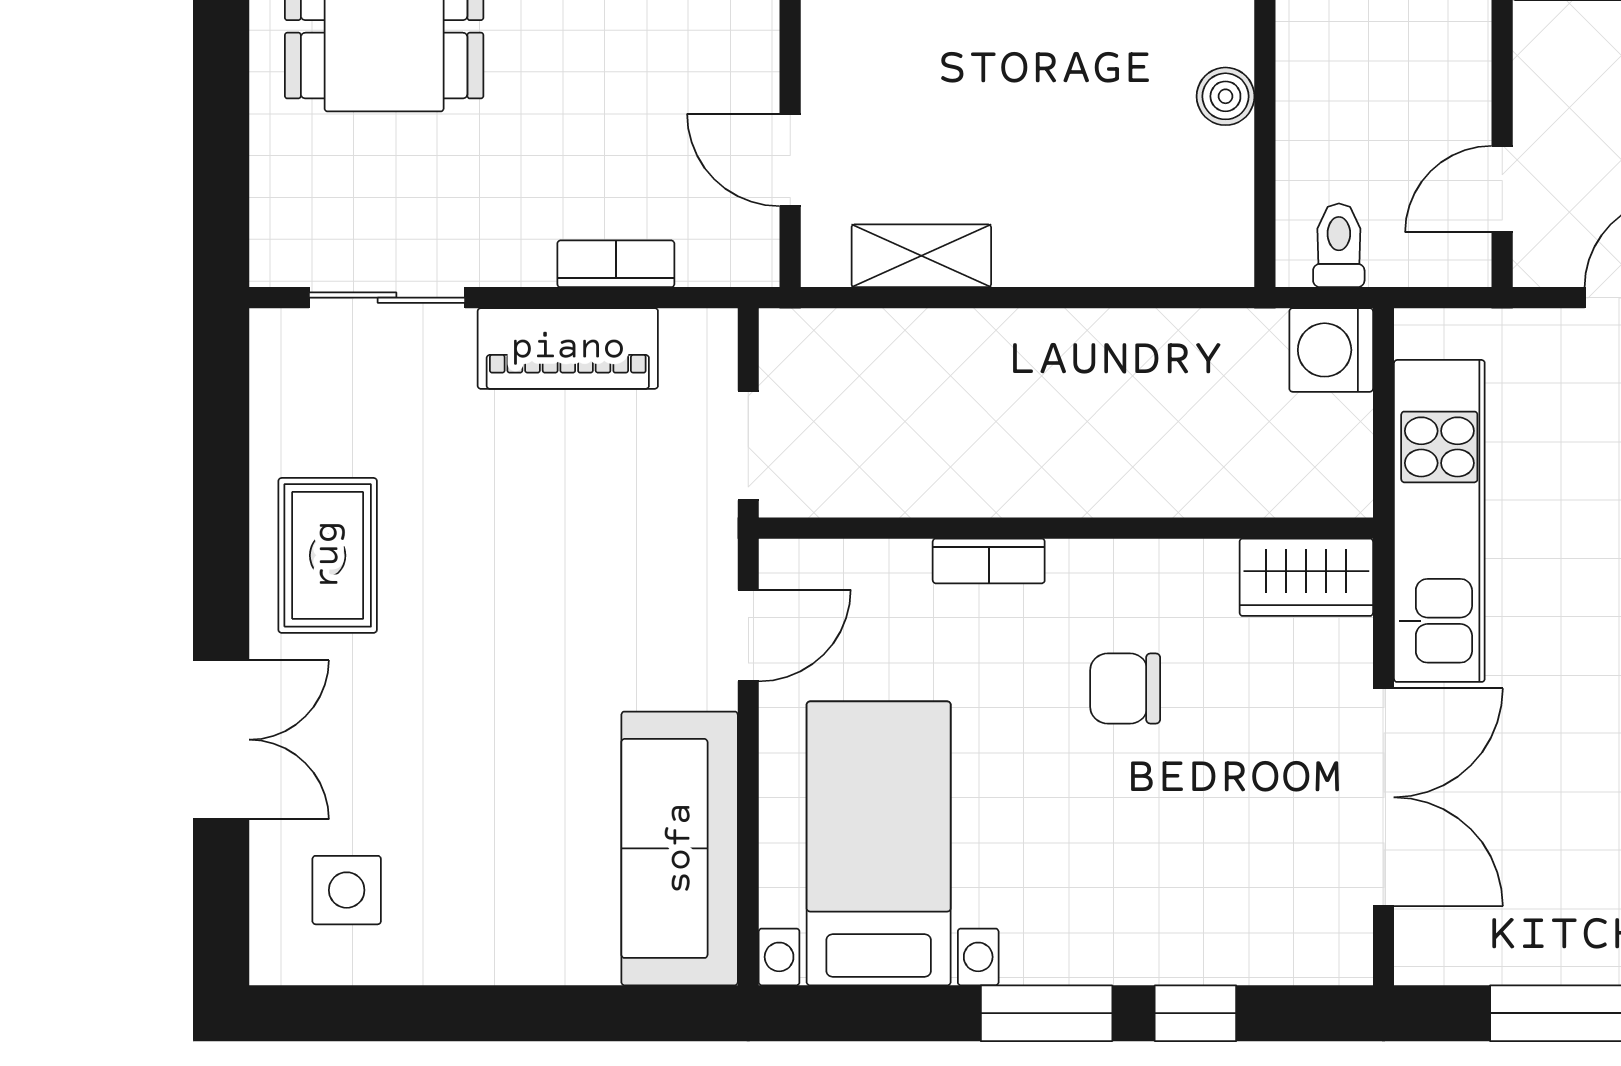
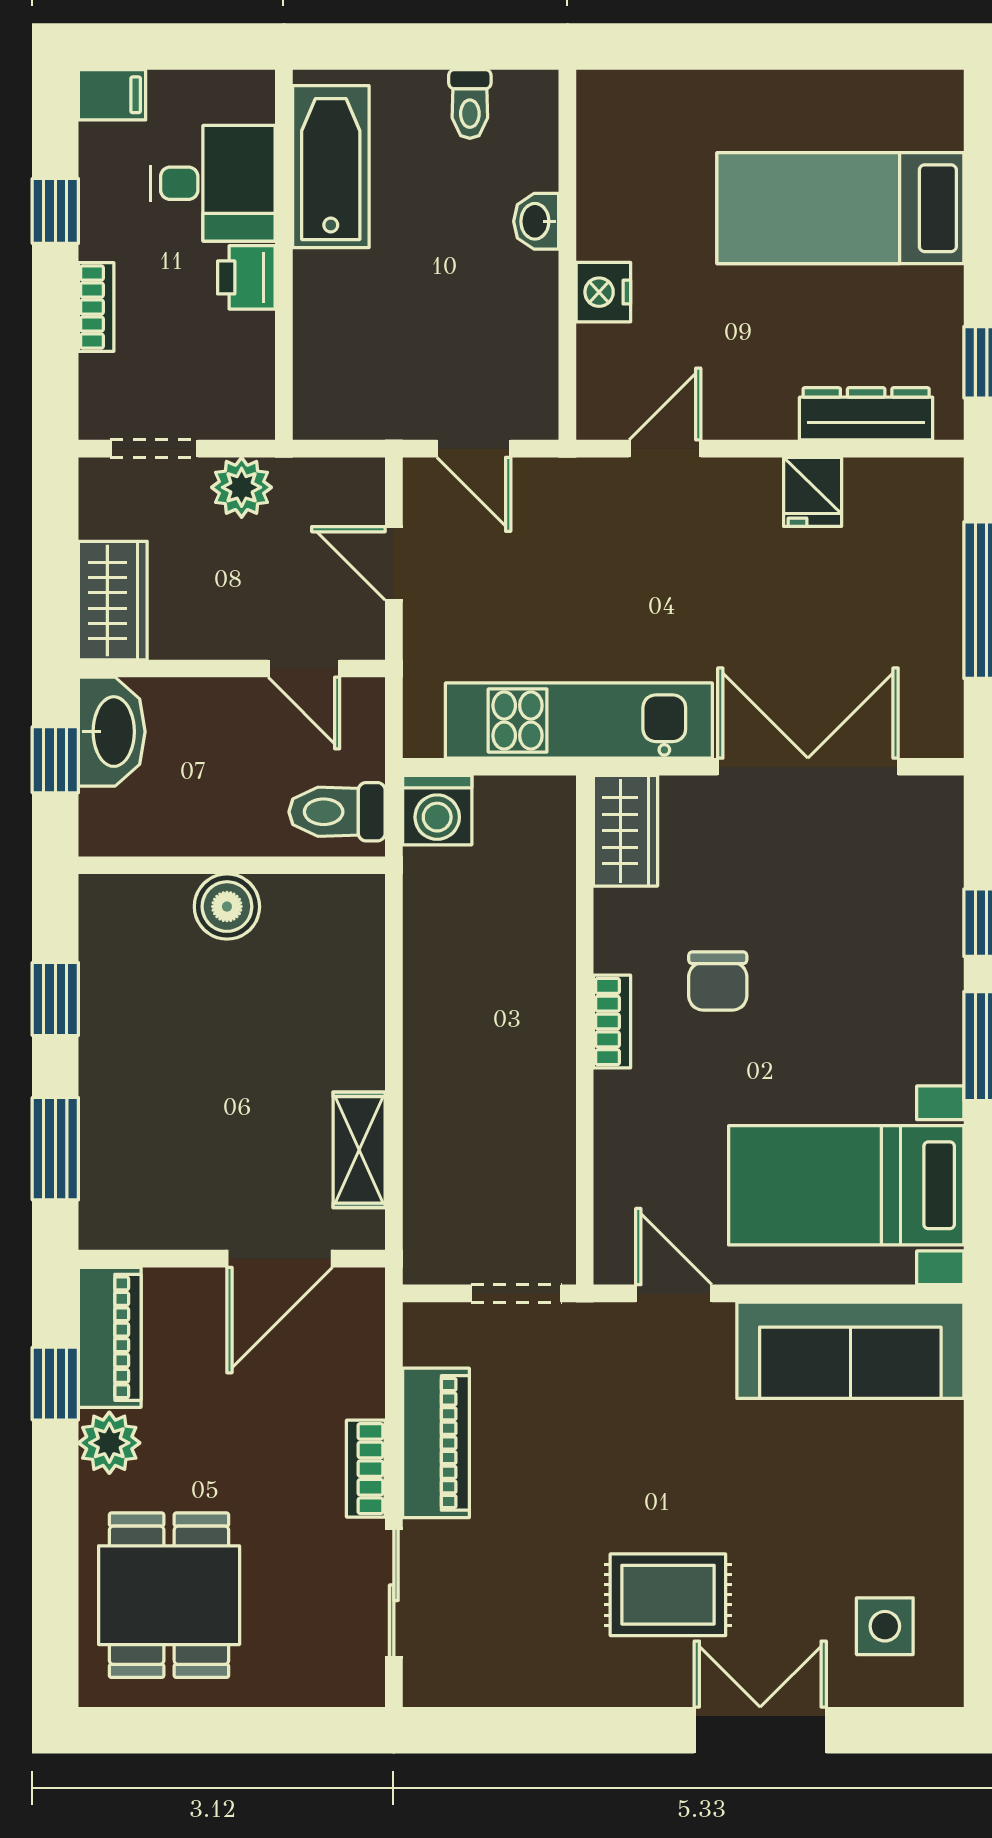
boiler: (1225, 96) -> (227, 907), width x1.36, depth x1.36
door: (790, 160) -> (280, 1259), width x1.38
toilet: (1339, 245) -> (337, 812), width x1.37, depth x1.39
bookcase: (616, 264) -> (366, 1469), moved
rug: (328, 555) -> (668, 1595), moved
bookcase: (989, 561) -> (612, 1022), moved

